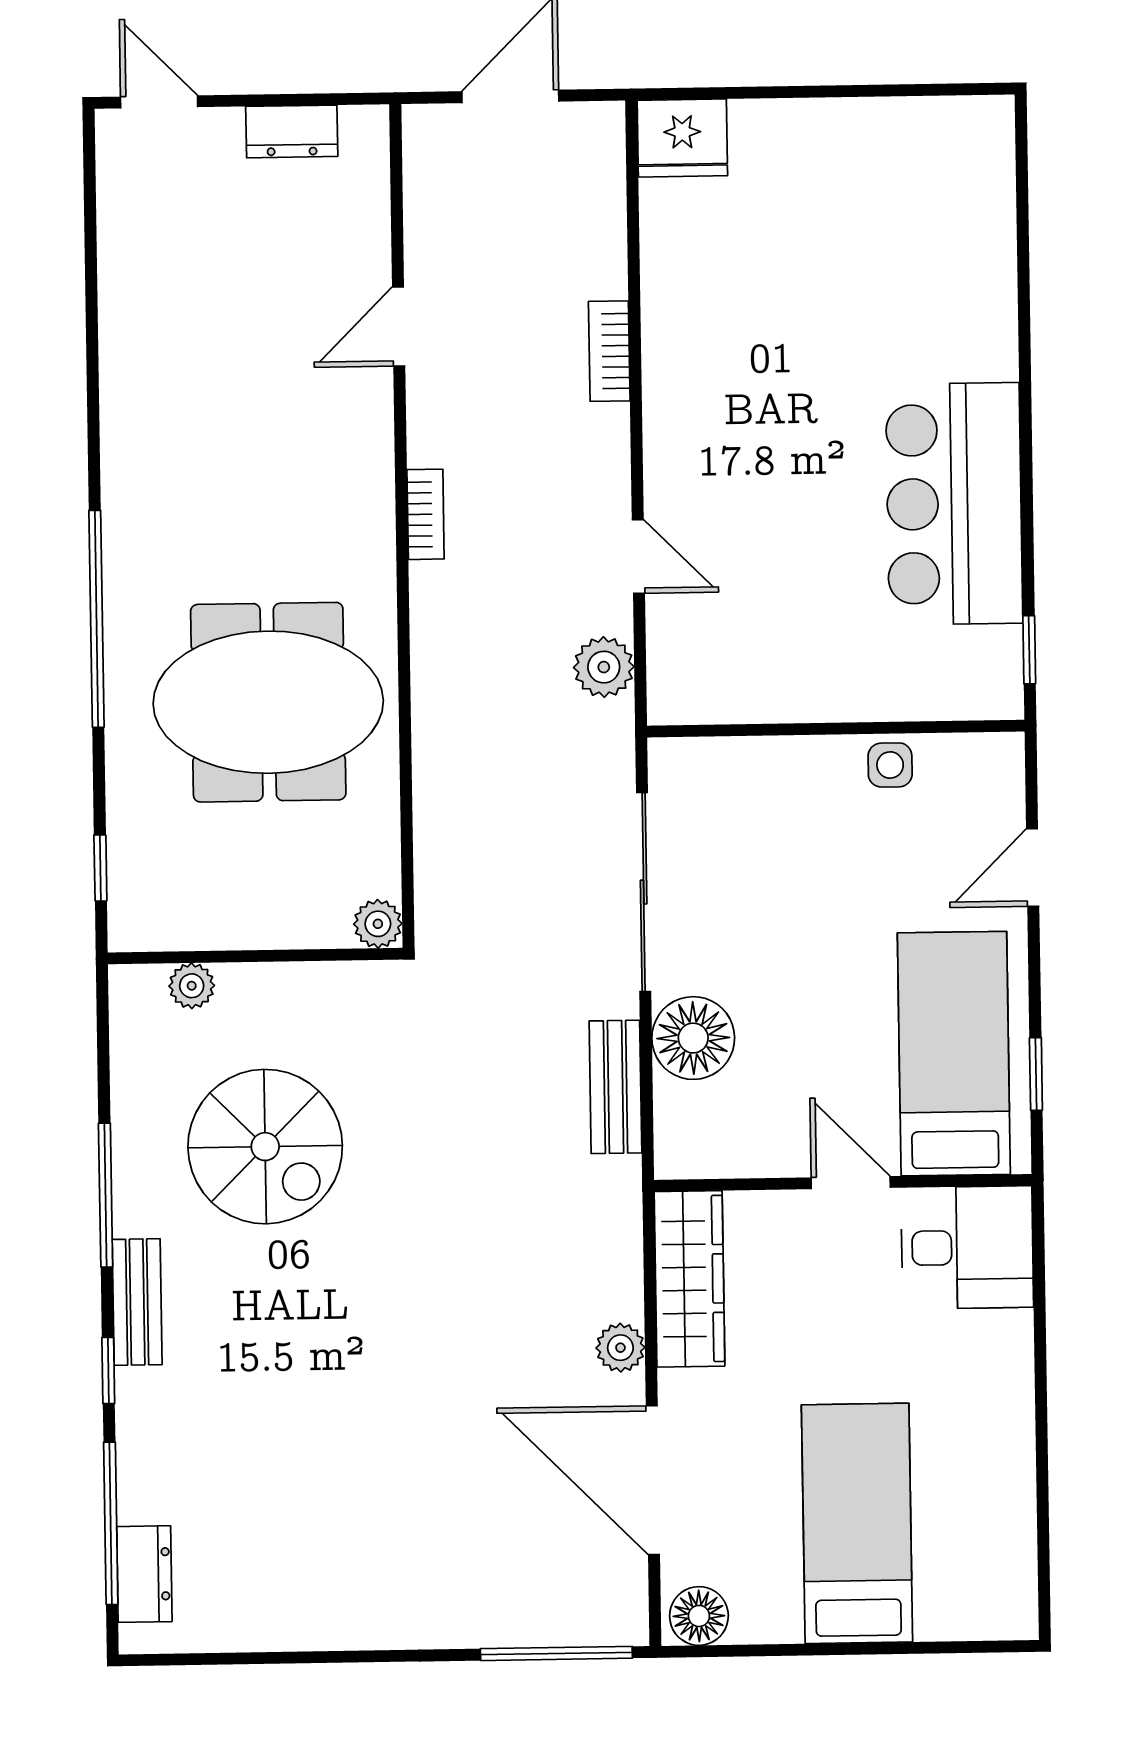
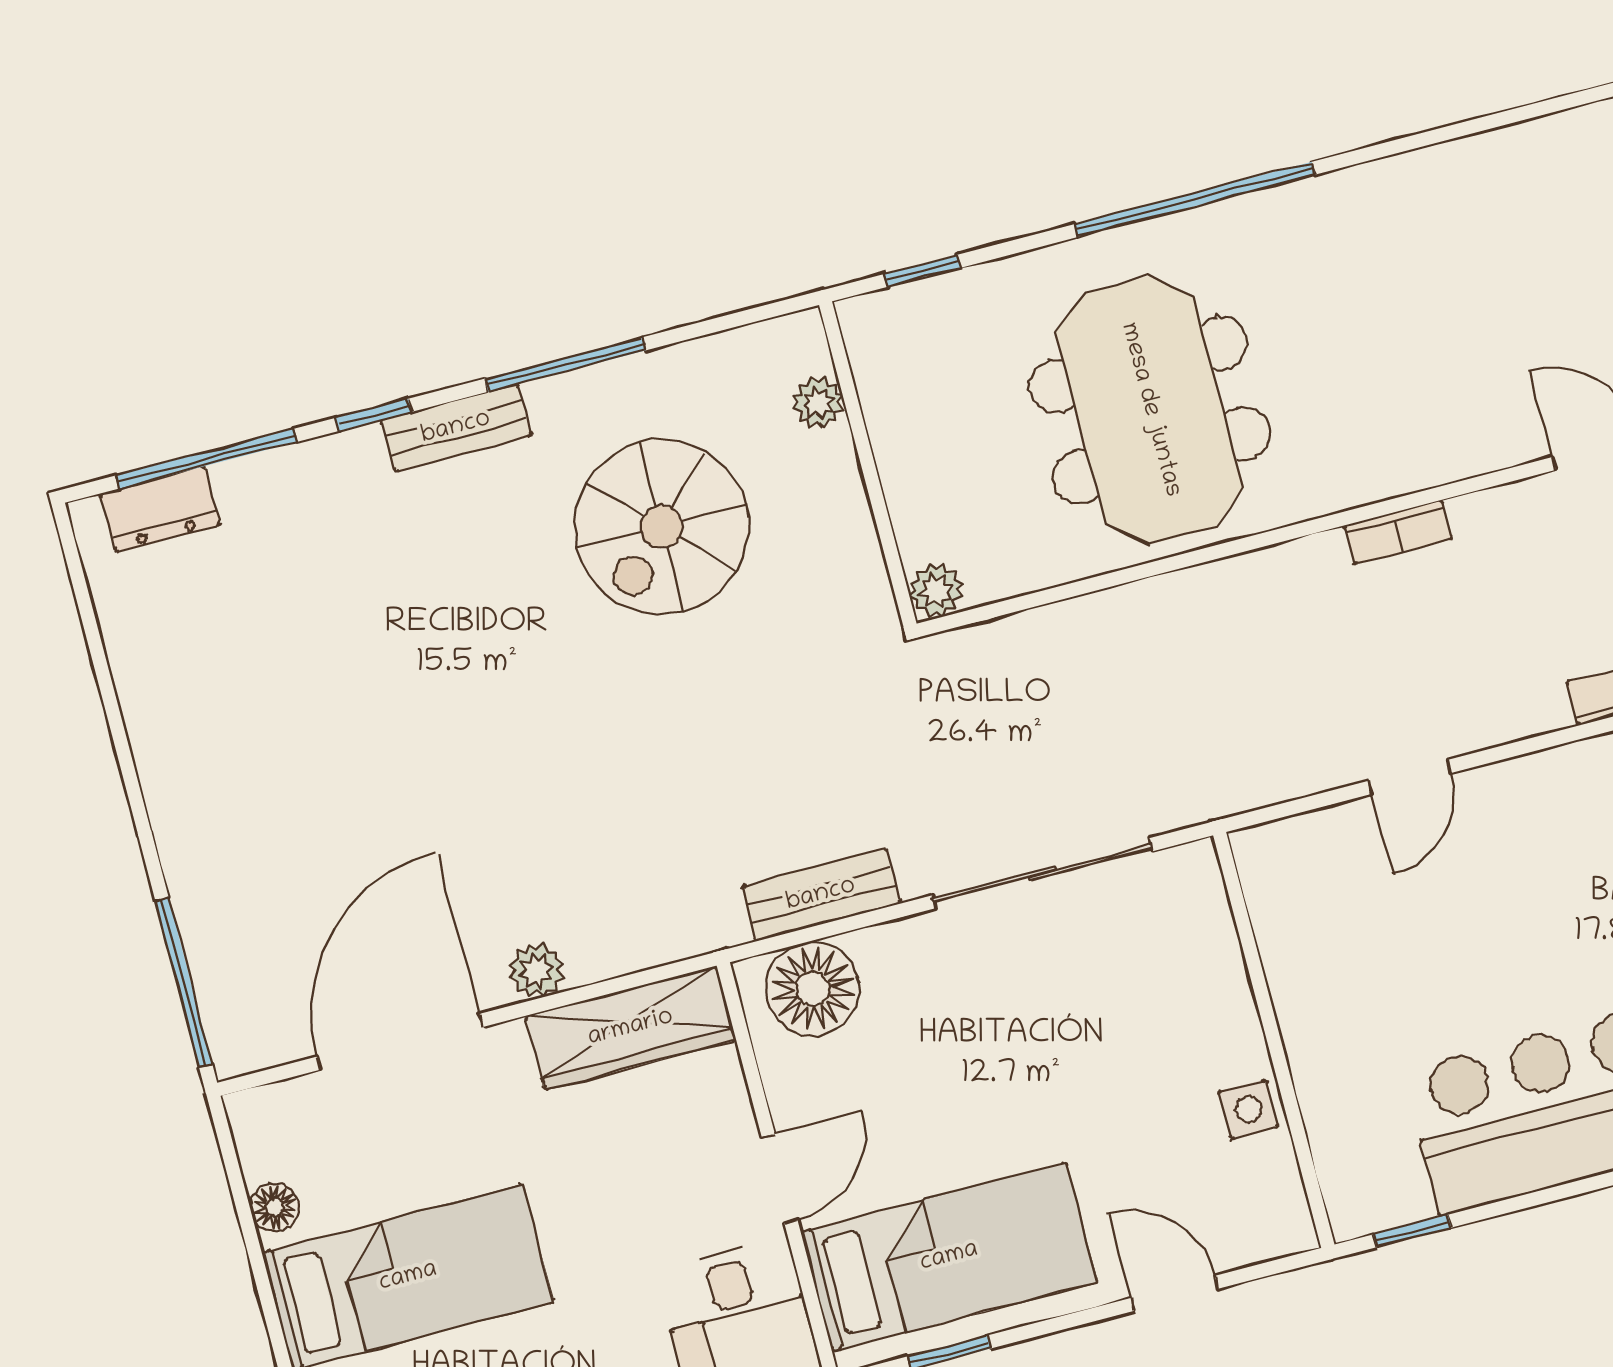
plant: (604, 667) -> (1279, 769), removed
floor lamp: (693, 1038) -> (813, 989), moved
floor lamp: (699, 1616) -> (275, 1207), moved, width x0.73, depth x0.73

